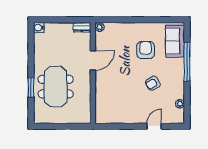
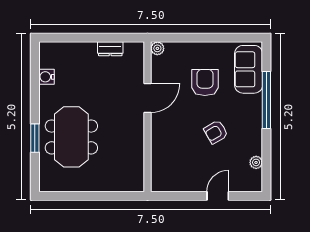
plant: (100, 27) -> (157, 48), moved
water cooler: (39, 28) -> (46, 77), moved
door: (93, 60) -> (147, 98), moved
wall: (93, 73) -> (147, 117), moved

